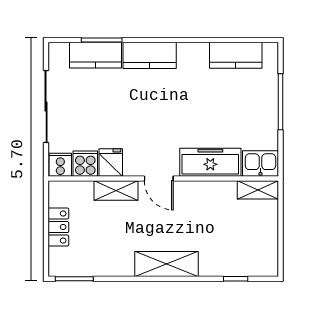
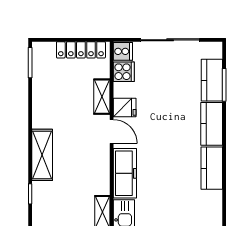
kitchen counter: (236, 55) -> (212, 168), moved
fridge: (111, 163) -> (125, 107), moved
door: (159, 179) -> (112, 131), swing flipped
locker: (58, 227) -> (81, 50), width x1.53
shelving: (167, 264) -> (42, 155), moved

